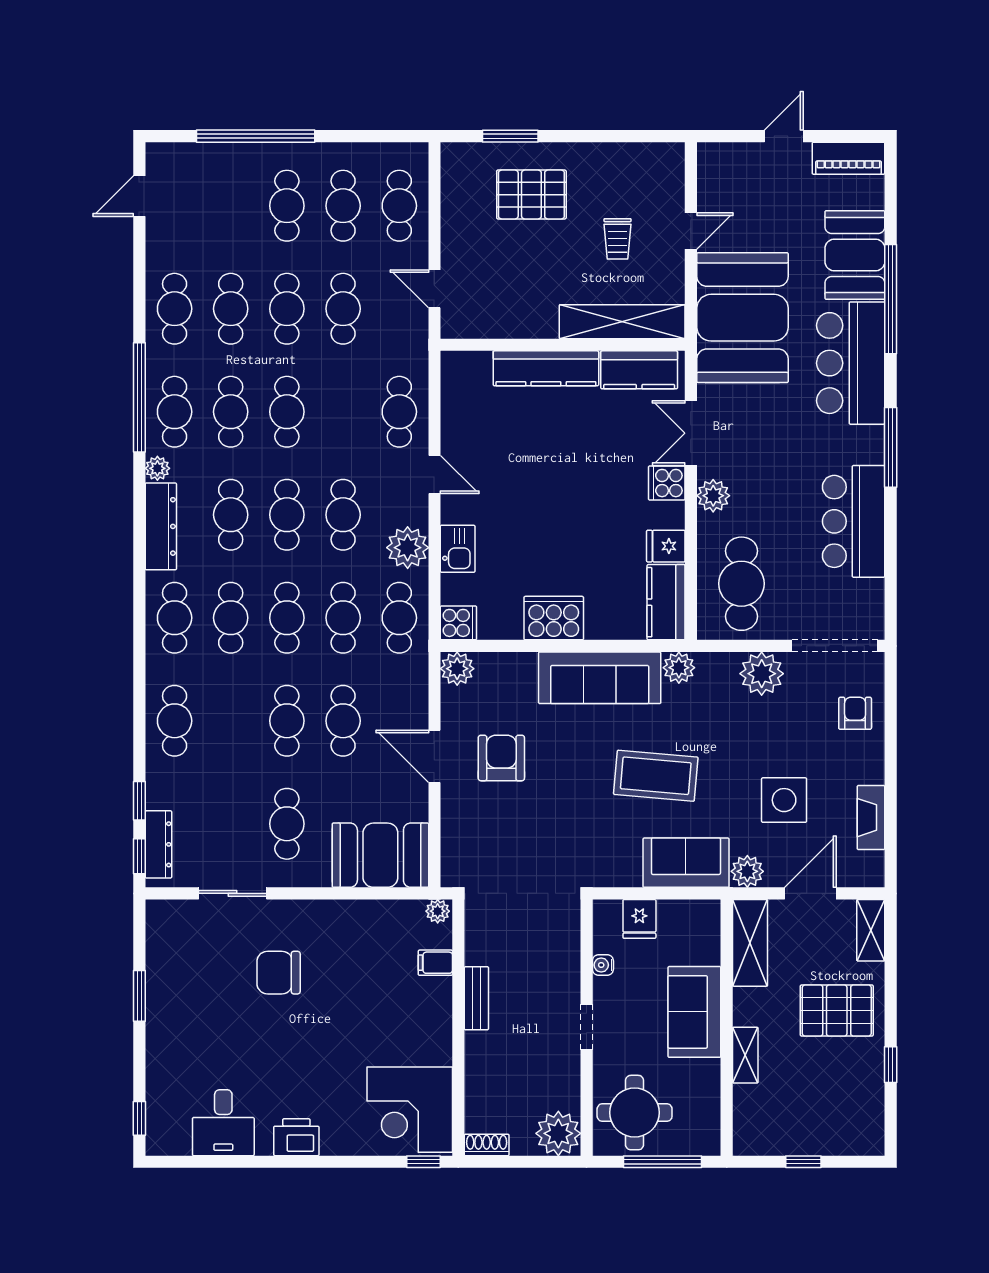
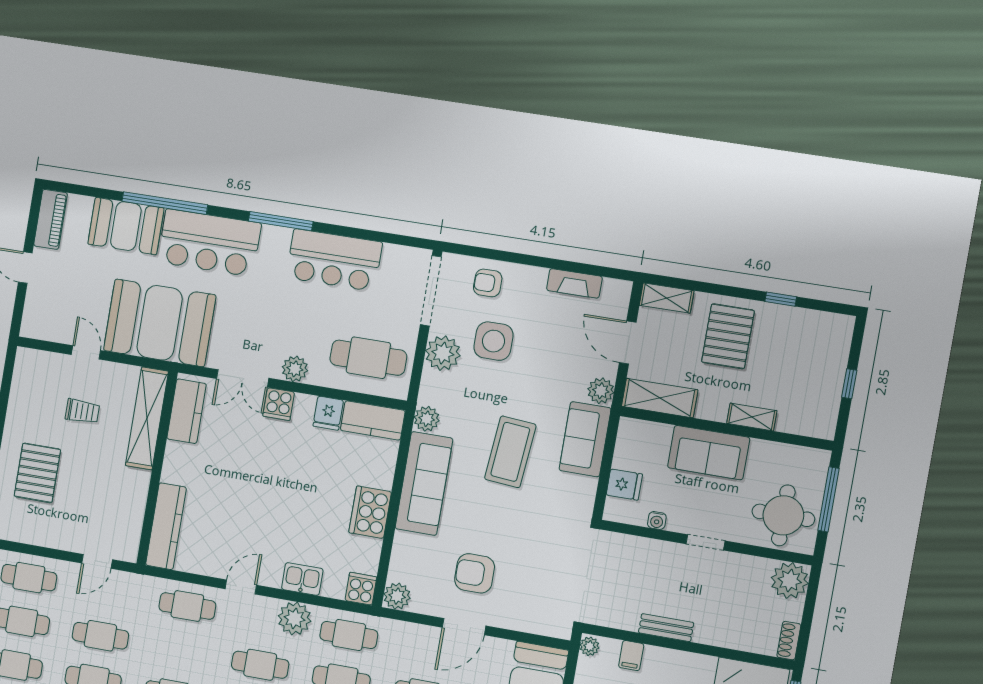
kitchen counter: (546, 368) -> (166, 526), moved
side table: (784, 800) -> (493, 341), moved

